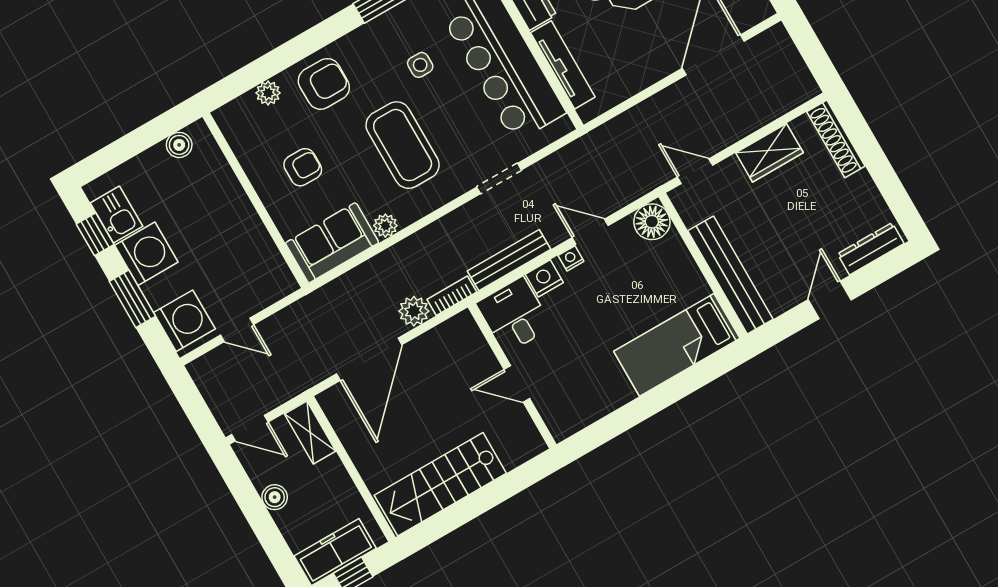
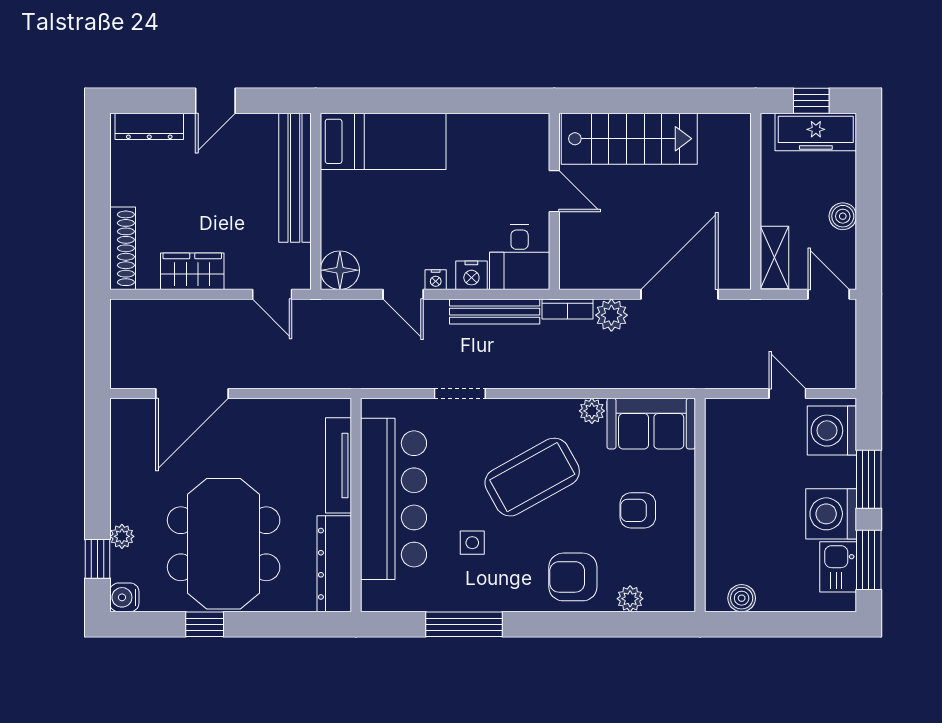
coffee table: (403, 145) -> (532, 477), turned 61
window: (95, 234) -> (869, 560), width x1.50
stairs: (440, 484) -> (629, 139), moved

